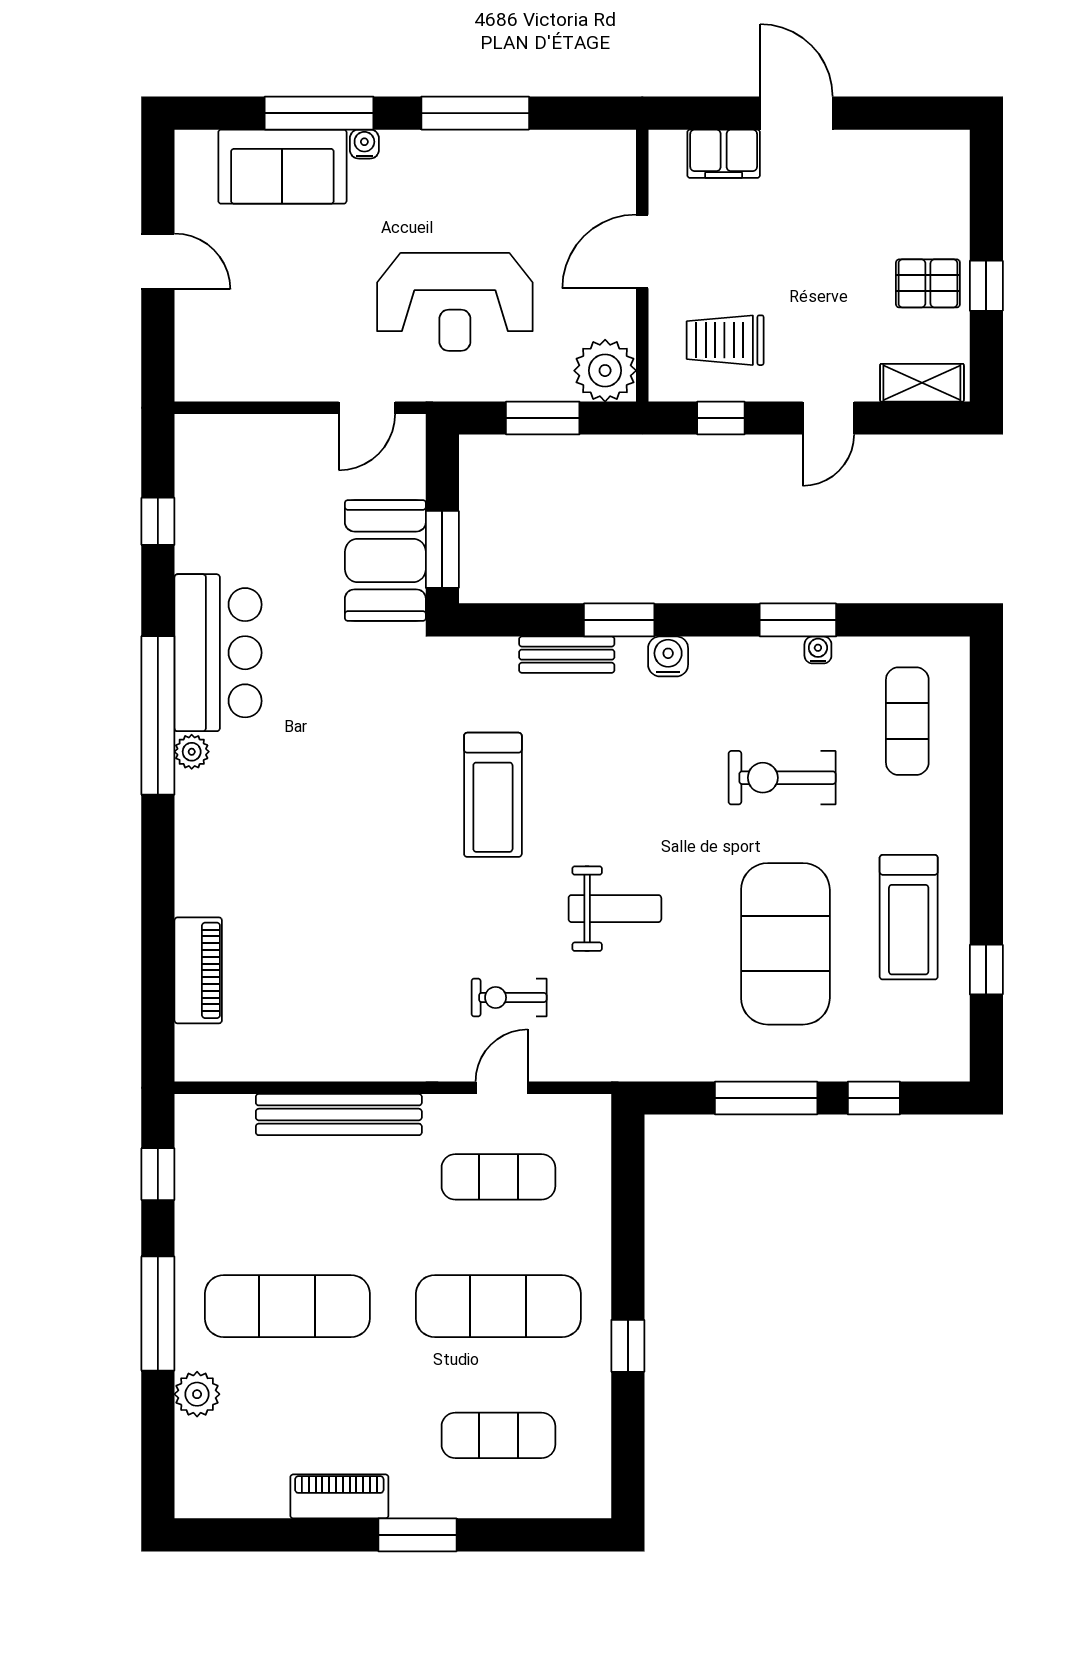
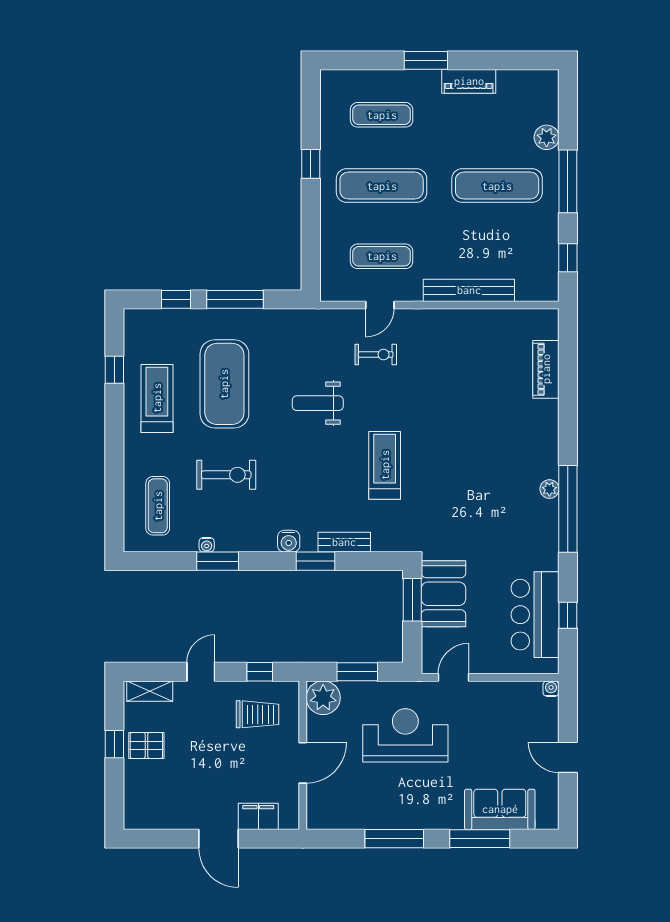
water cooler: (364, 144) -> (551, 689), moved, turned 180
bar counter: (218, 653) -> (535, 615), moved

